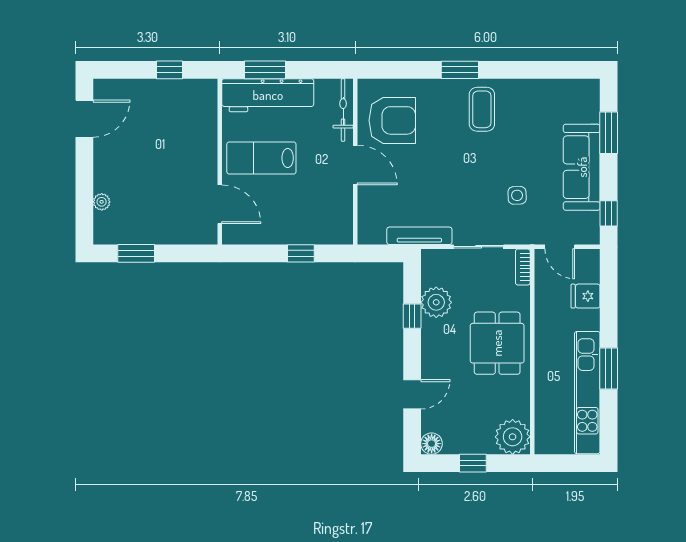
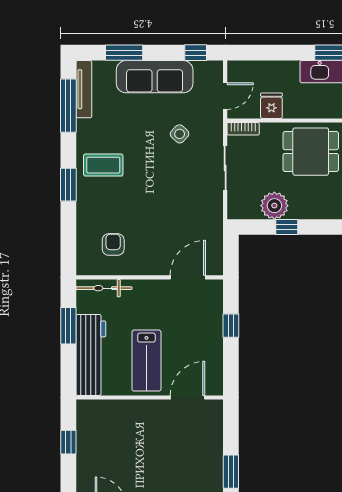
window: (265, 70) -> (68, 326), moved
window: (549, 70) -> (68, 106), added
armchair: (392, 120) -> (113, 245), width x0.53, depth x0.53
door: (355, 165) -> (188, 277), moved
side table: (517, 195) -> (180, 134), turned 45
tv unit: (419, 236) -> (84, 89), moved, turned 180
fridge: (585, 296) -> (271, 106), moved, turned 180

